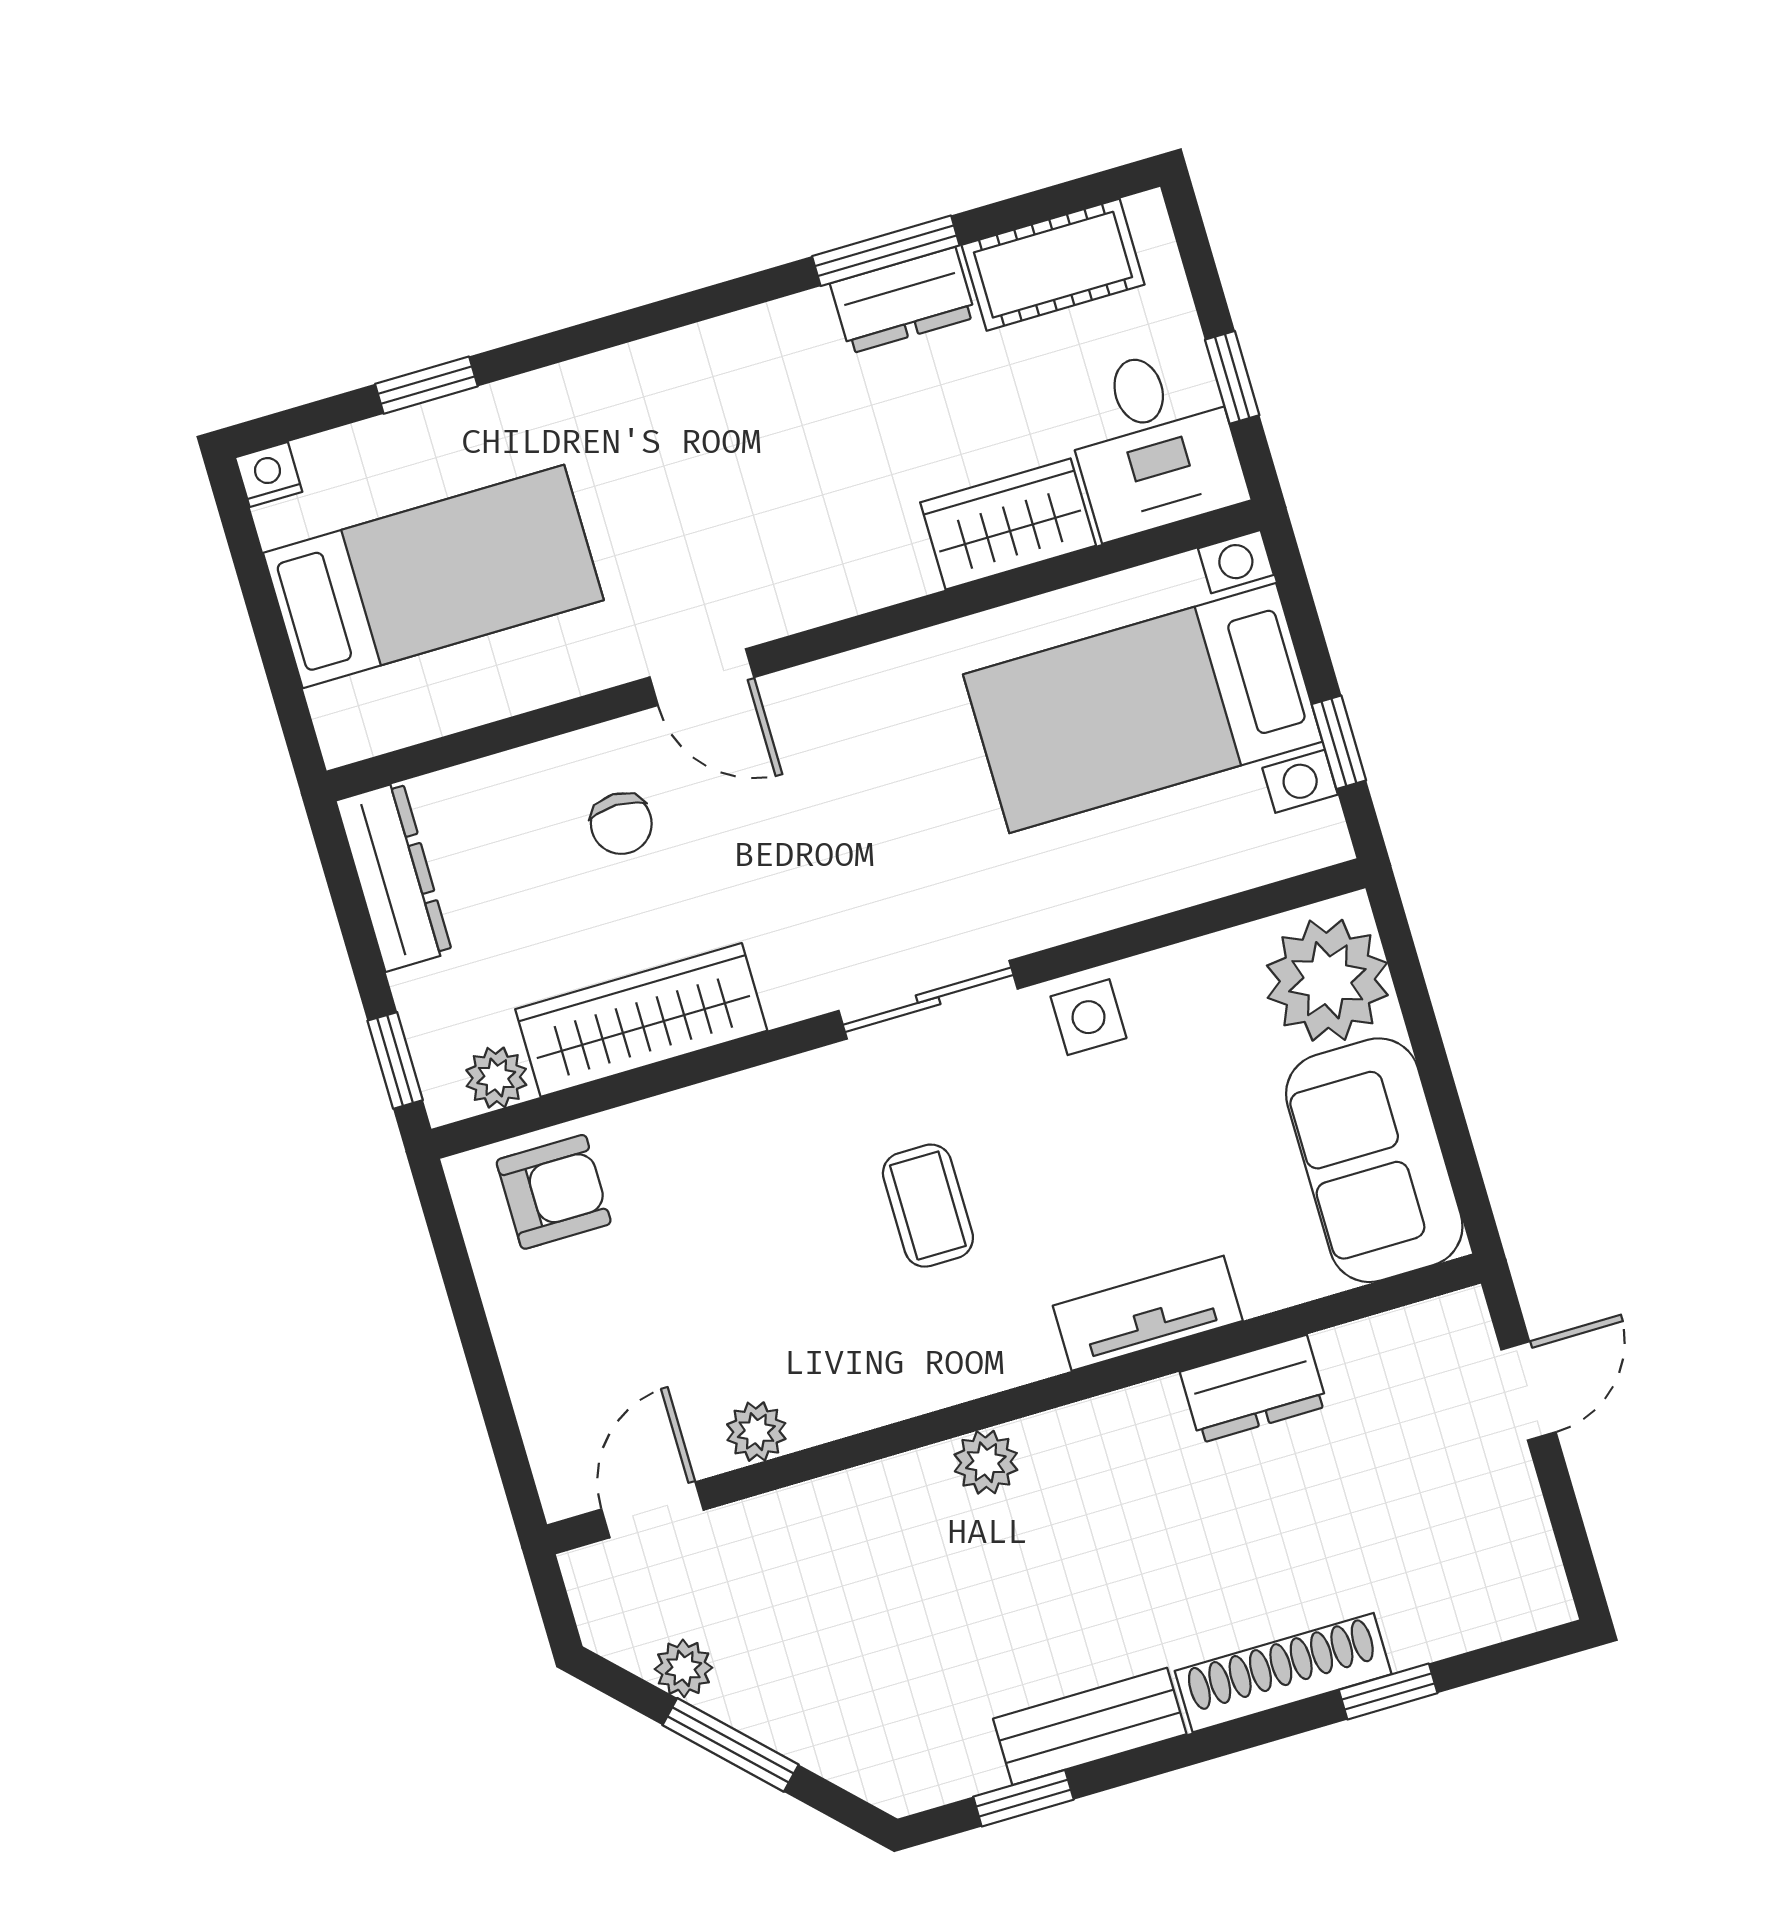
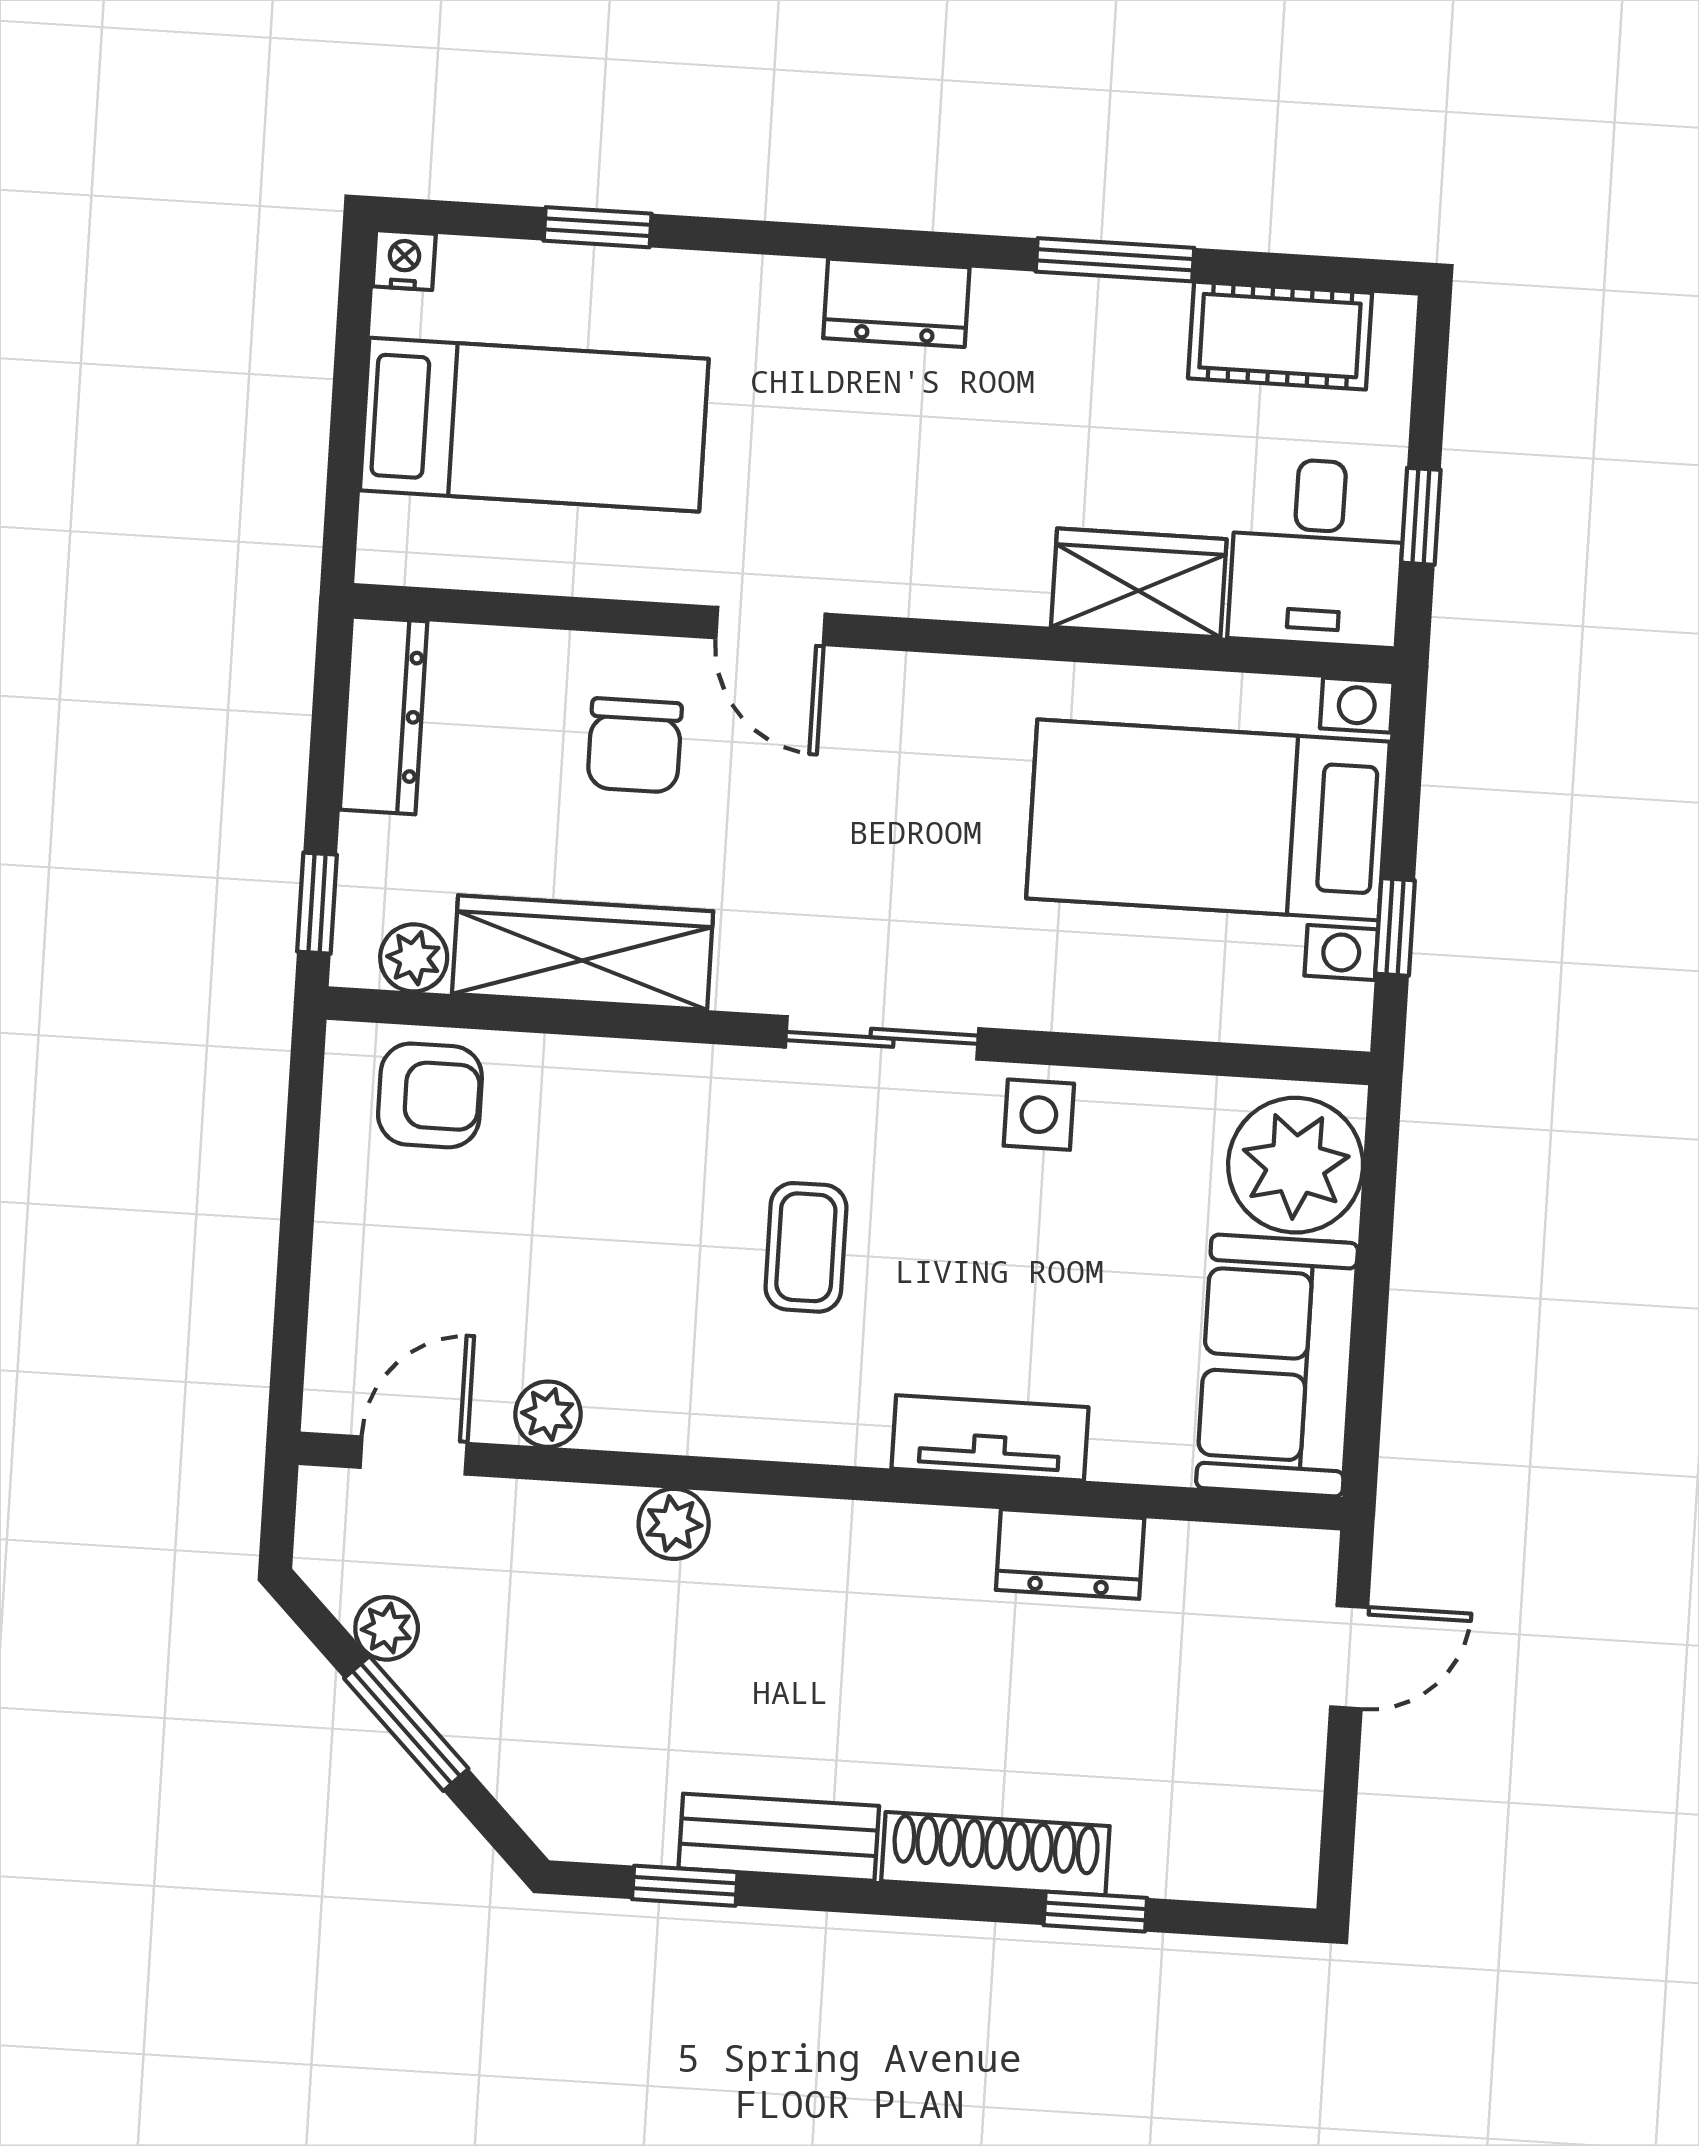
dresser: (903, 300) -> (896, 303), moved
chair: (621, 824) -> (635, 745), width x1.37, depth x1.37
plant: (986, 1462) -> (674, 1524), moved

